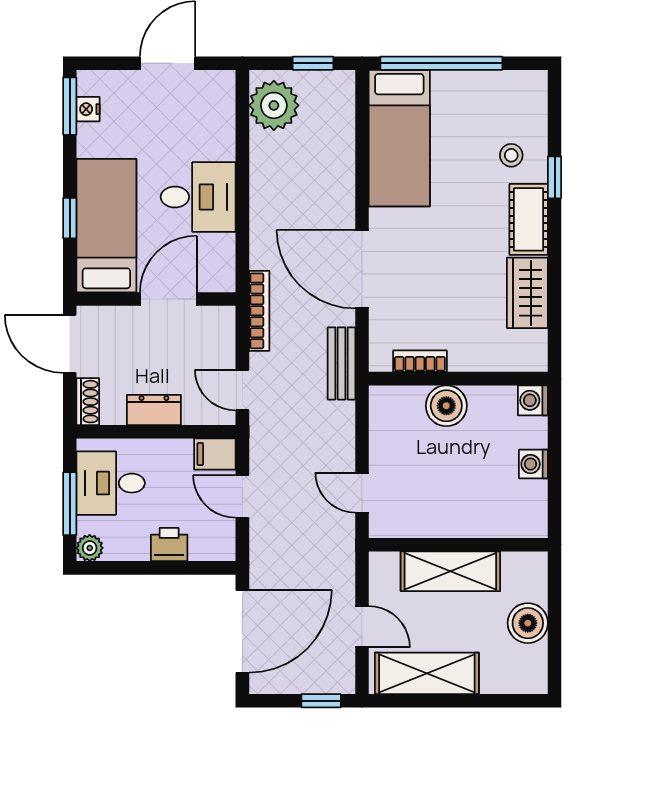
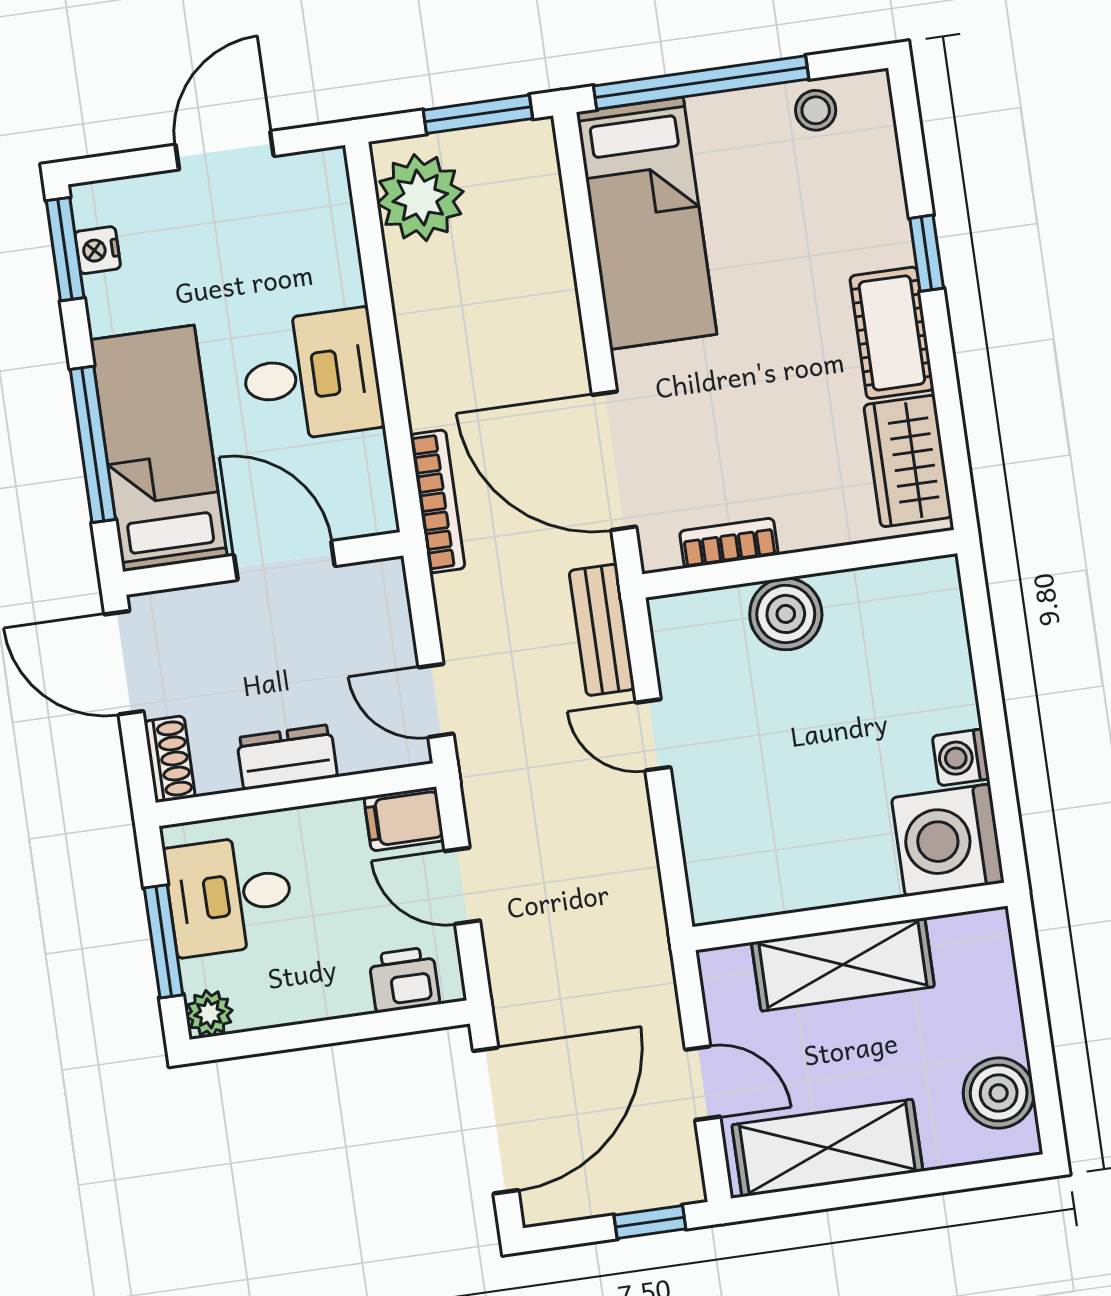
window: (313, 63) -> (478, 114), width x1.50
stool: (511, 155) -> (816, 110), moved
window: (70, 218) -> (93, 444), width x2.17
door: (168, 299) -> (284, 560), hinge flipped
bookcase: (259, 311) -> (438, 501), moved
bookcase: (420, 361) -> (729, 543), moved
wall: (458, 379) -> (800, 564), moved
washing machine: (533, 400) -> (948, 840), moved, width x1.89, depth x1.89
boiler: (446, 406) -> (786, 614), moved
door: (362, 493) -> (653, 735), moved
printer: (169, 545) -> (404, 980), moved
boiler: (528, 623) -> (999, 1093), moved

